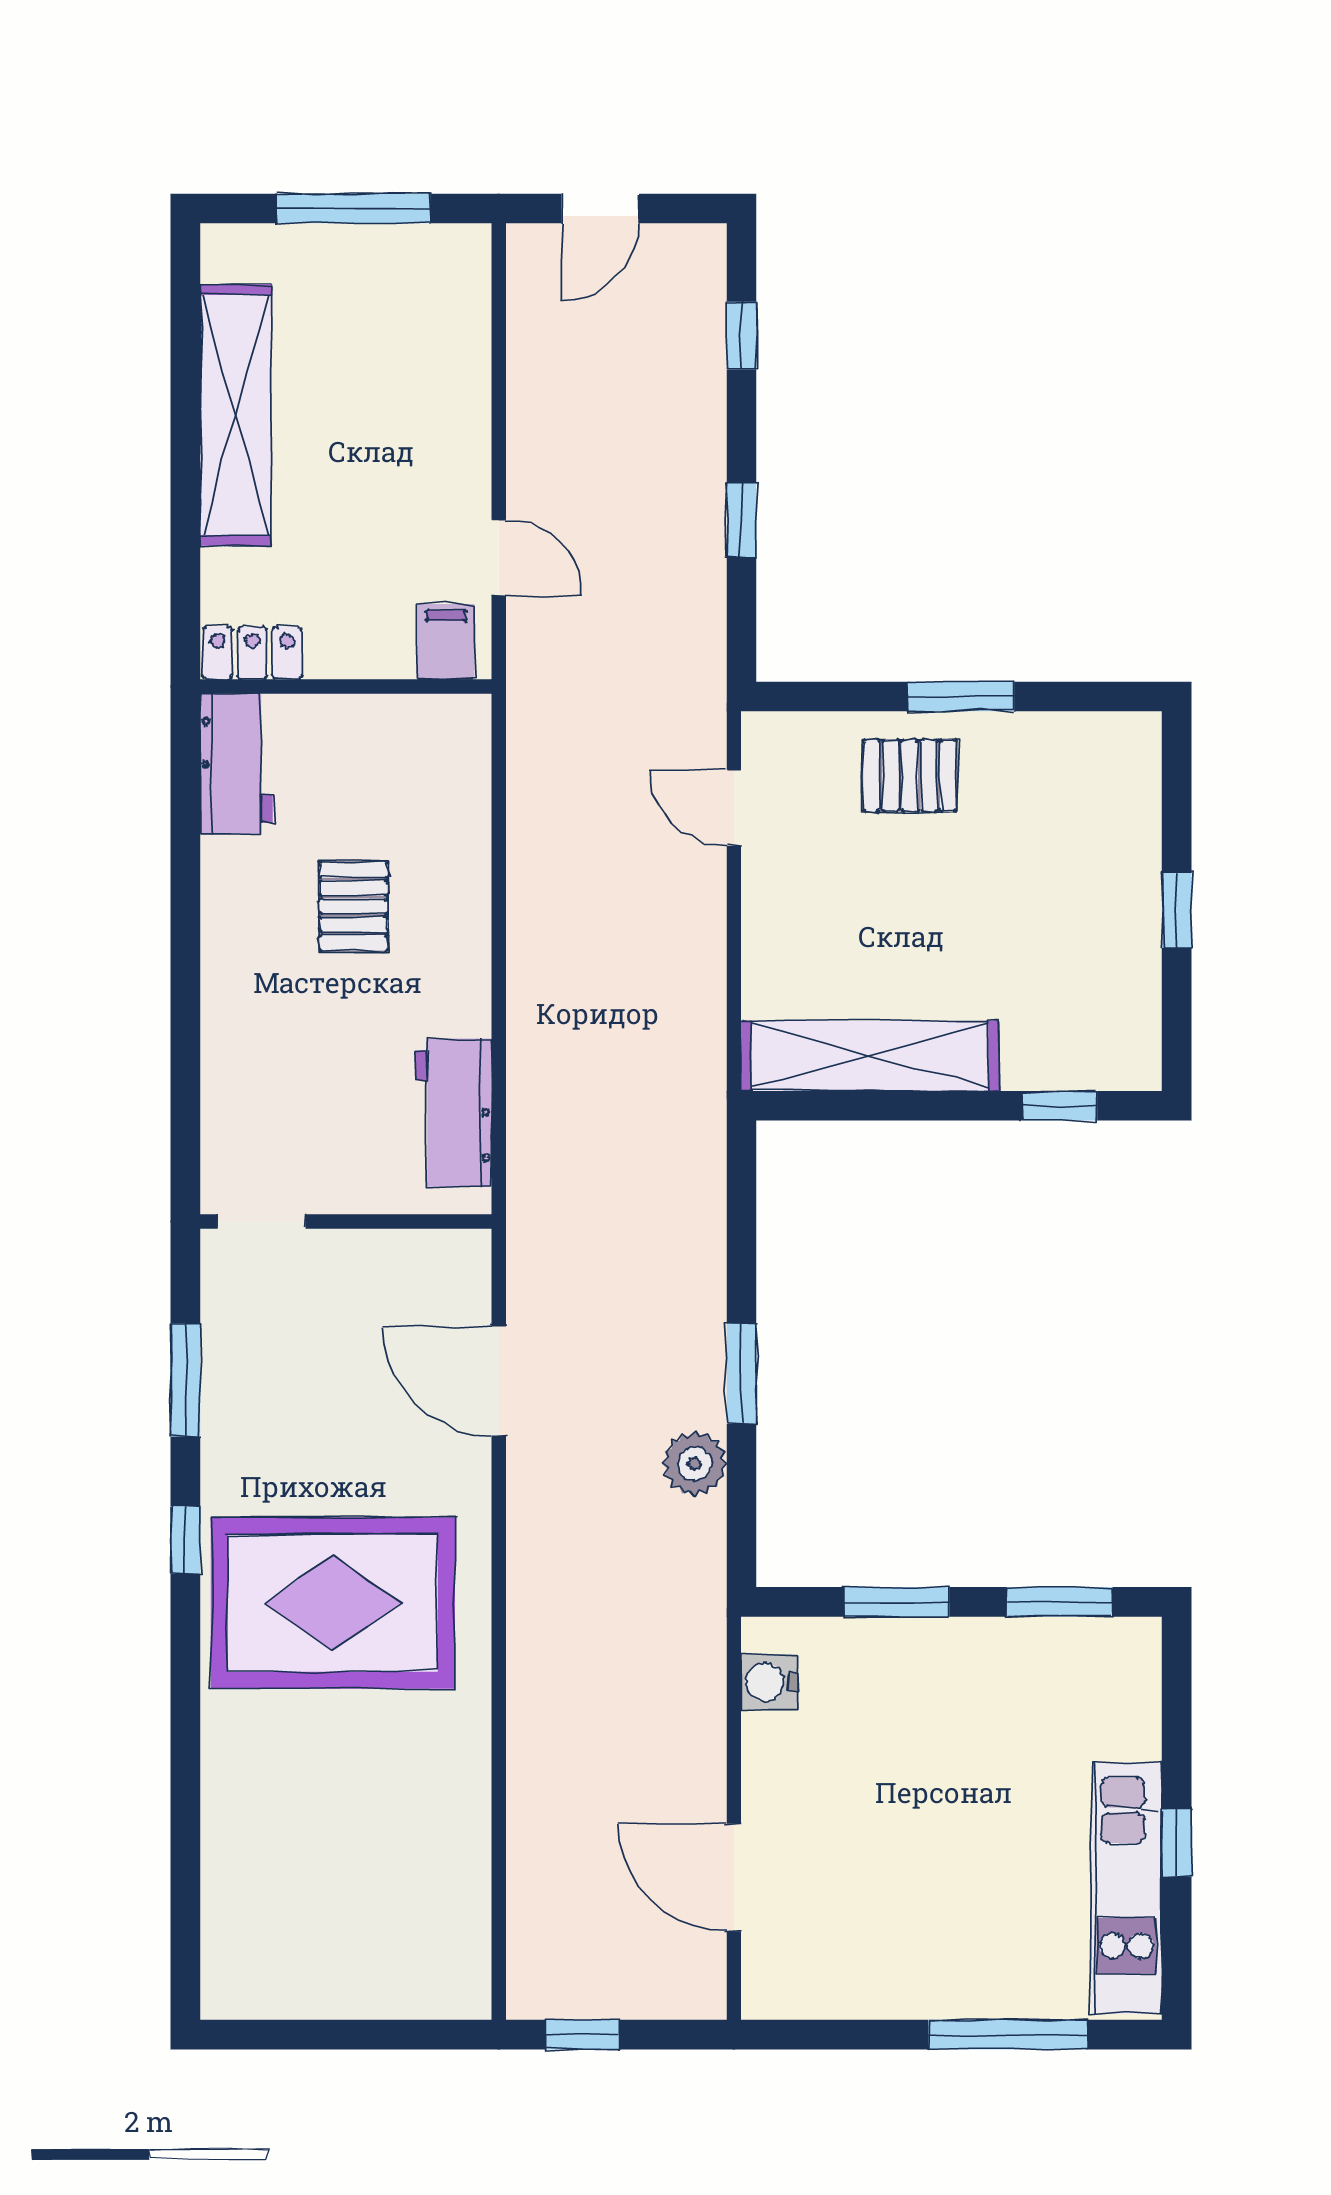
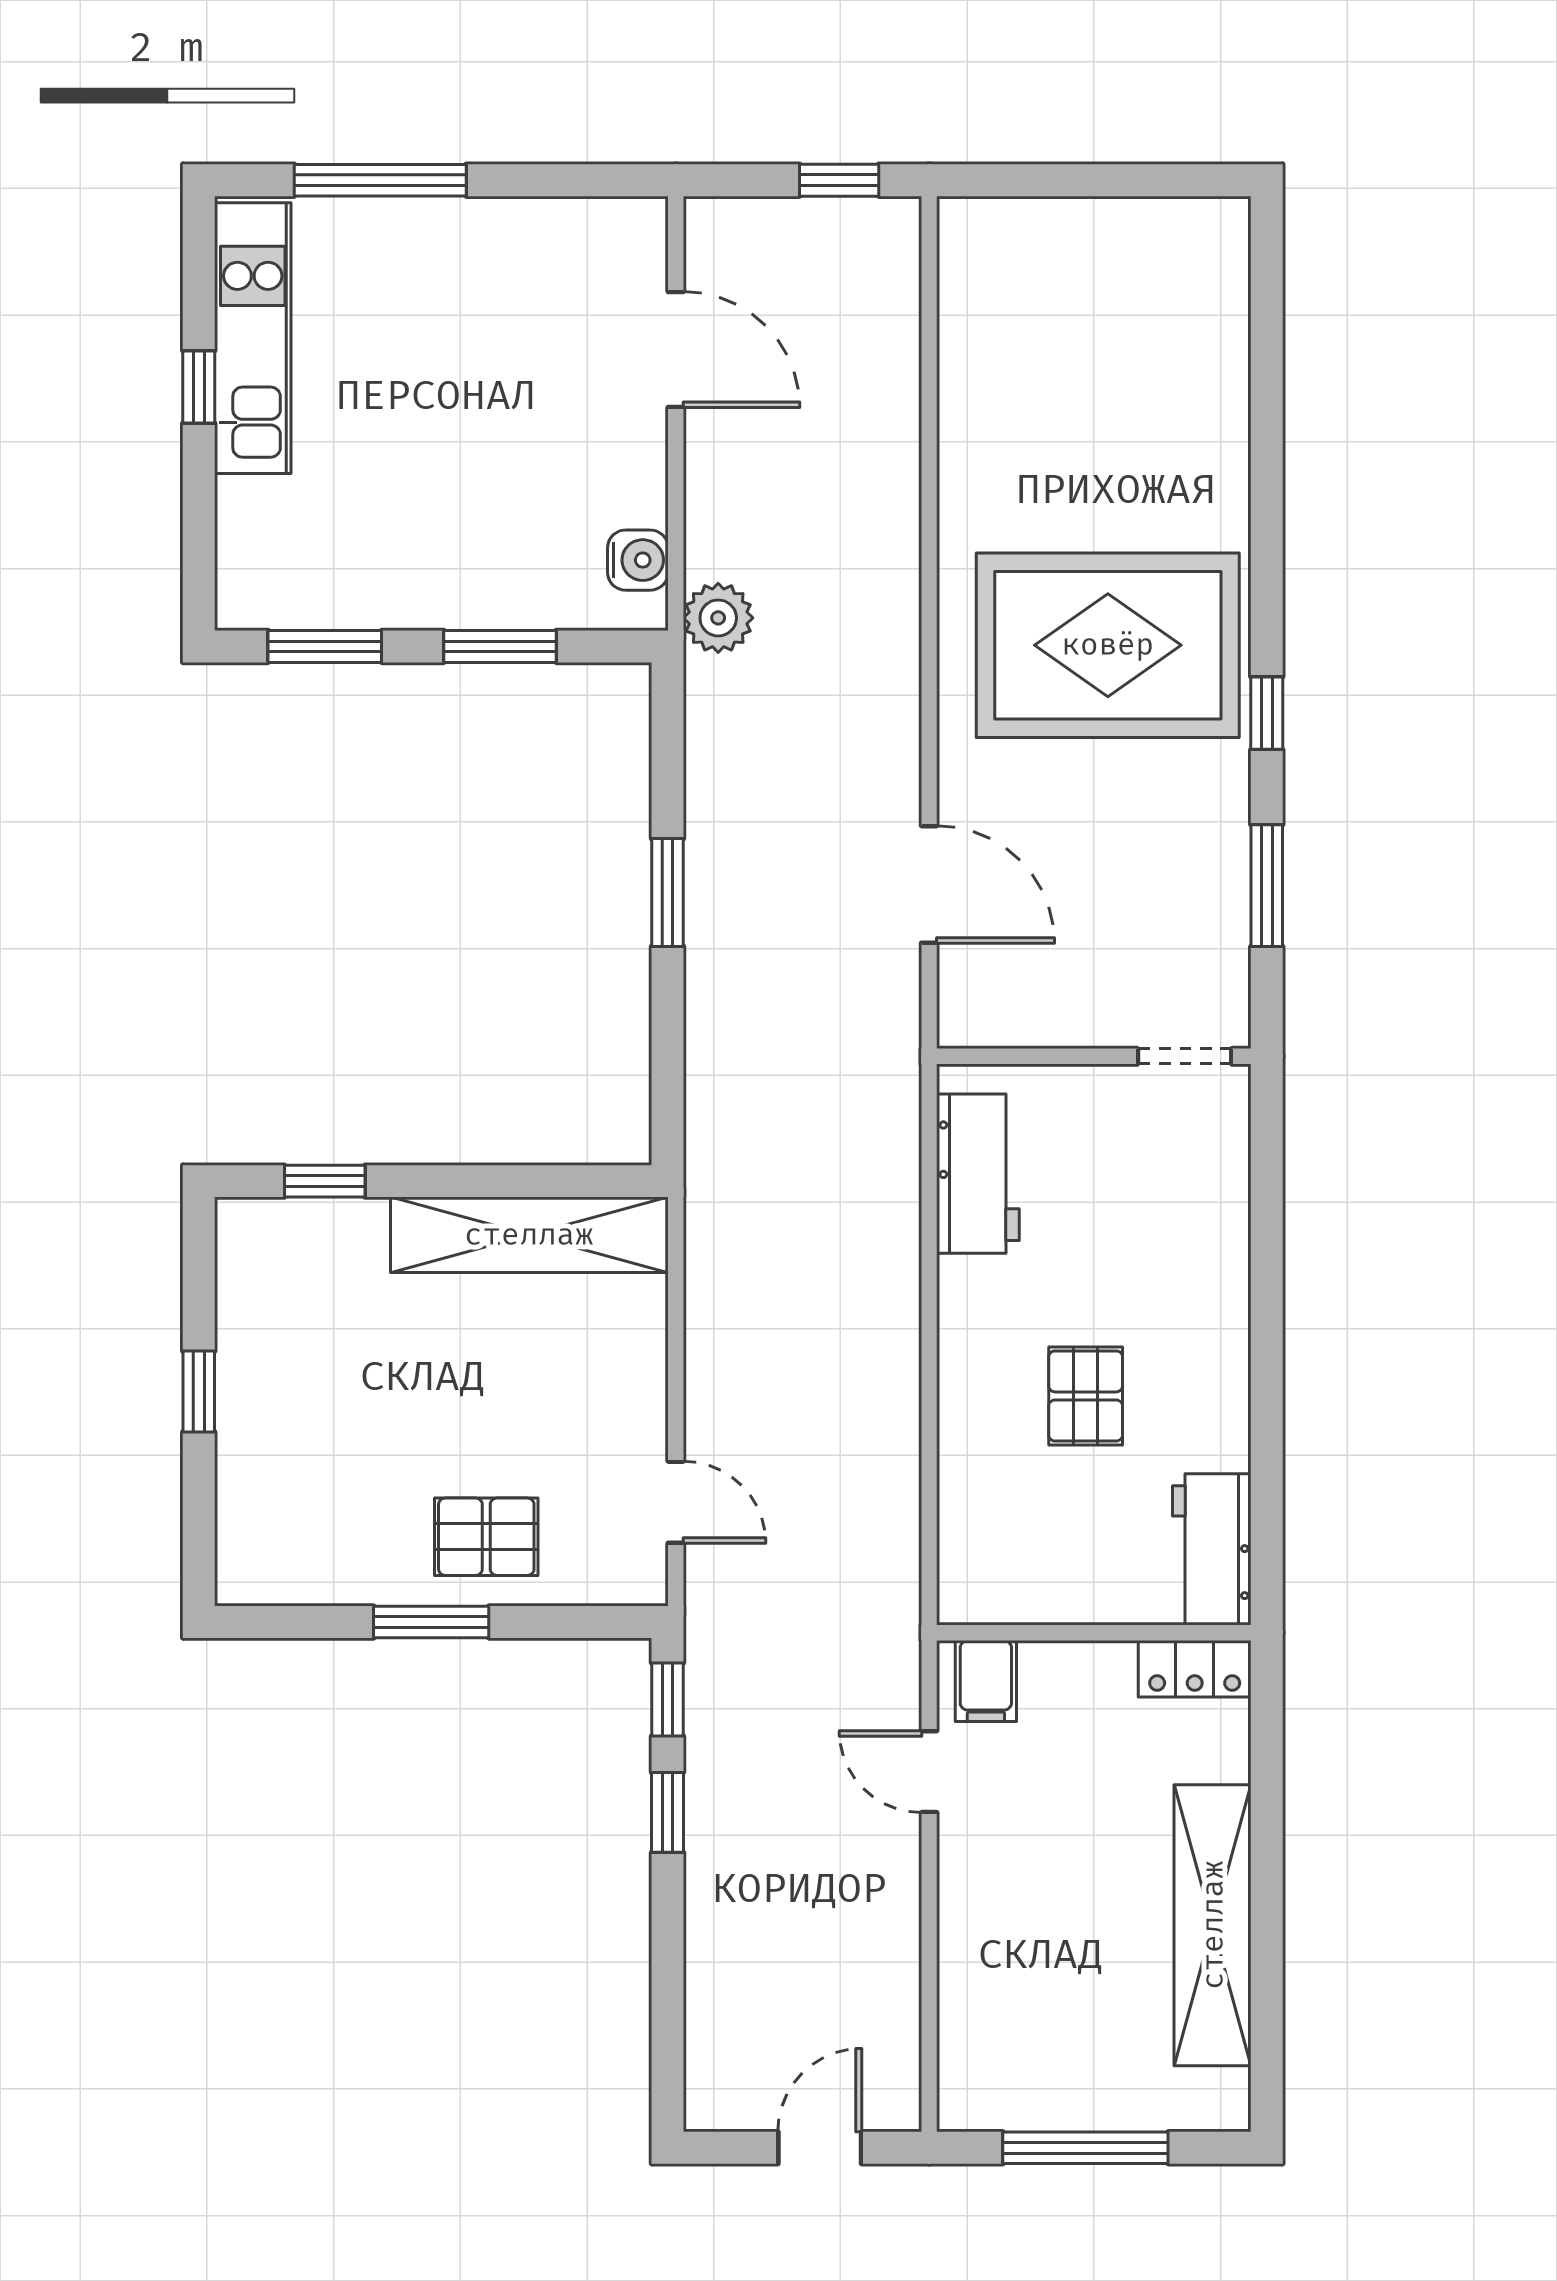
window: (742, 336) -> (668, 1699), moved
plant: (695, 1464) -> (718, 618), moved

